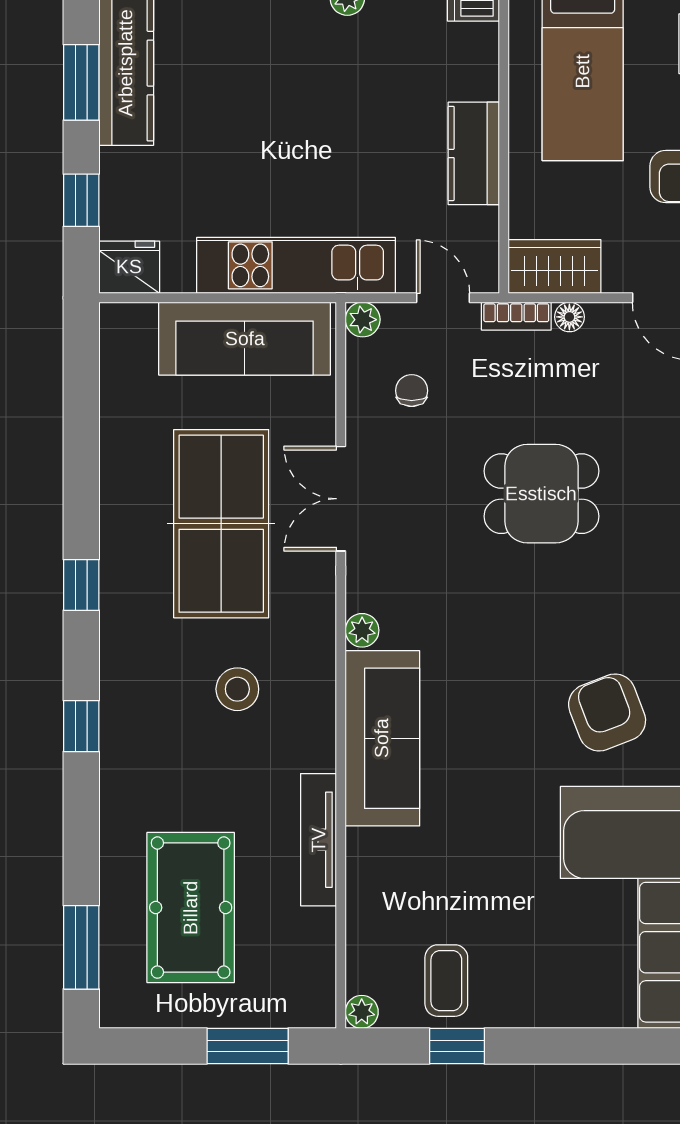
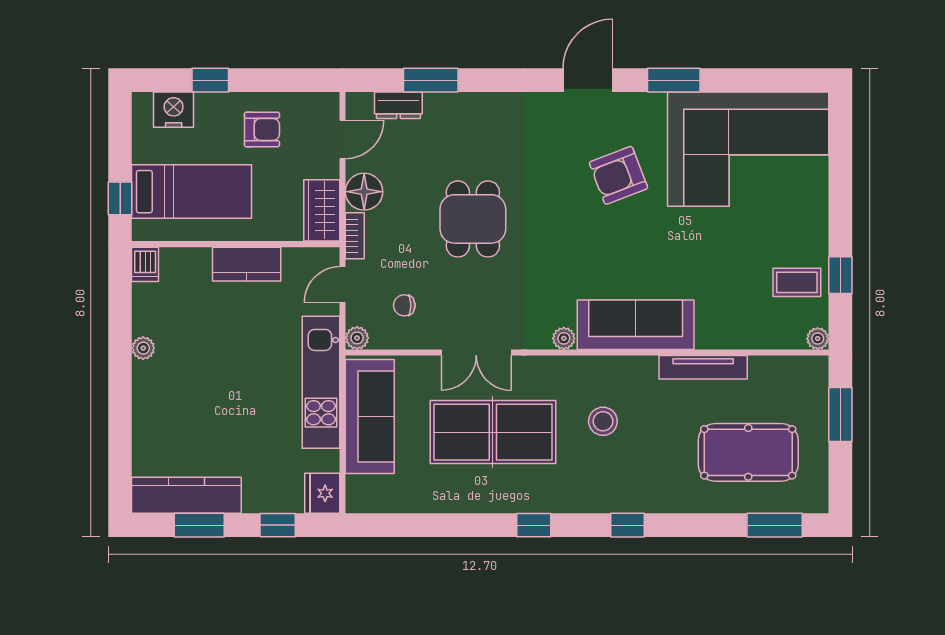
floor lamp: (569, 317) -> (364, 192), width x1.89, depth x1.89

